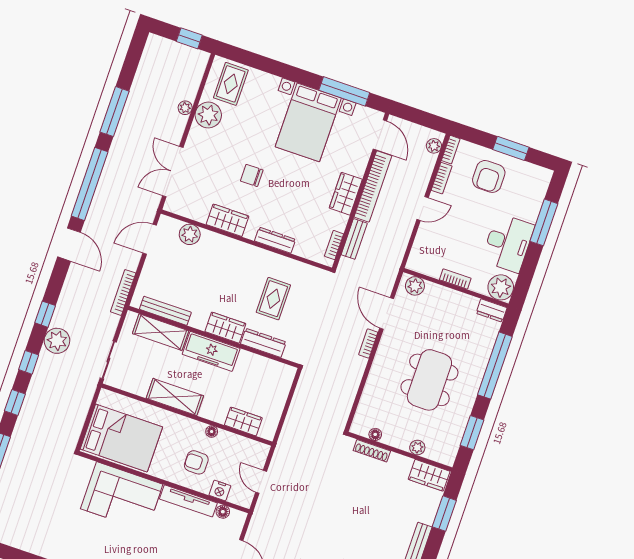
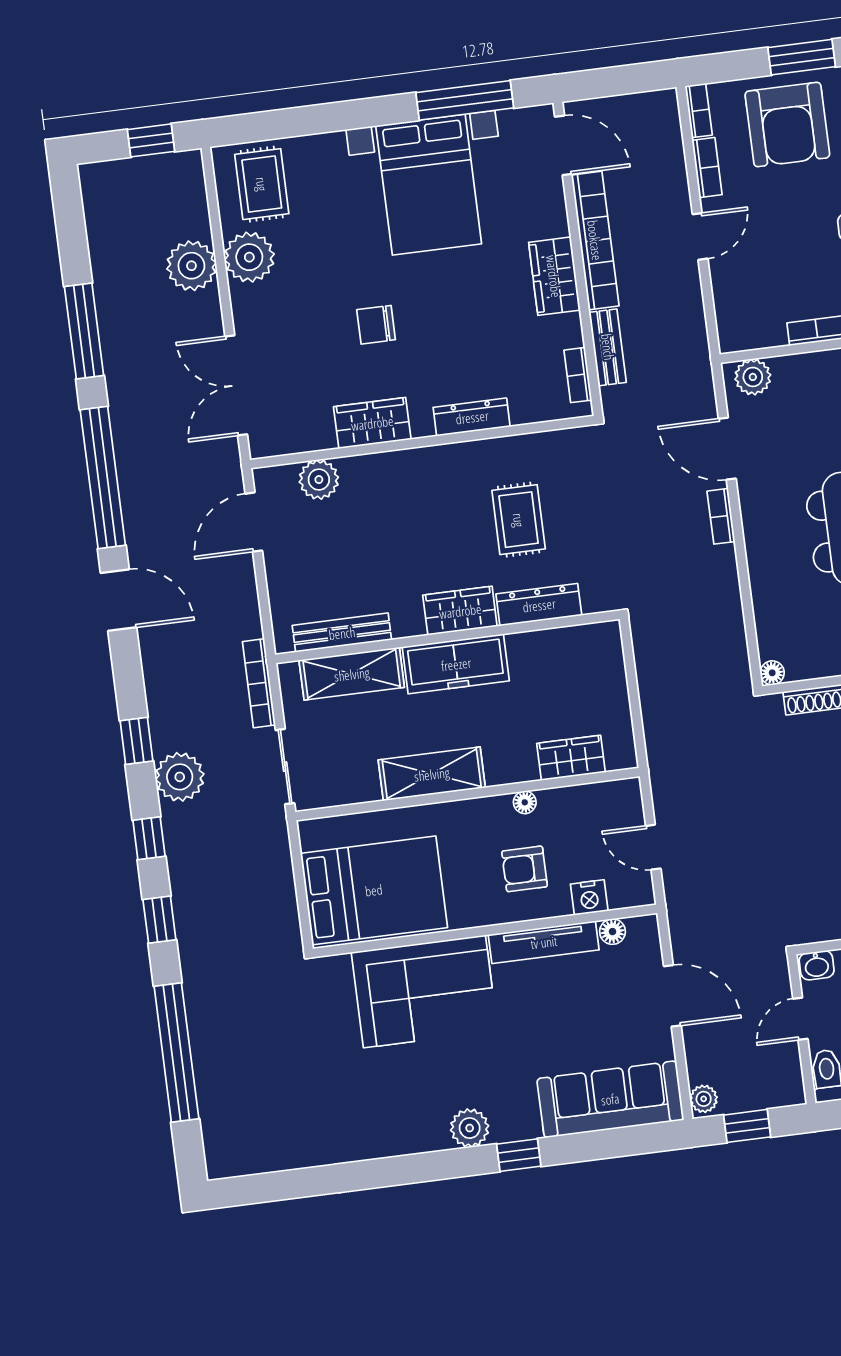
plant: (185, 108) -> (191, 266), width x1.87, depth x1.87
plant: (434, 146) -> (666, 118), removed
armchair: (489, 176) -> (787, 125), width x1.36, depth x1.36
bookcase: (123, 292) -> (259, 683), moved
floor lamp: (375, 434) -> (772, 673), moved

